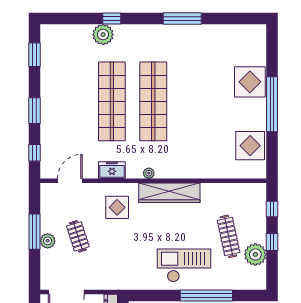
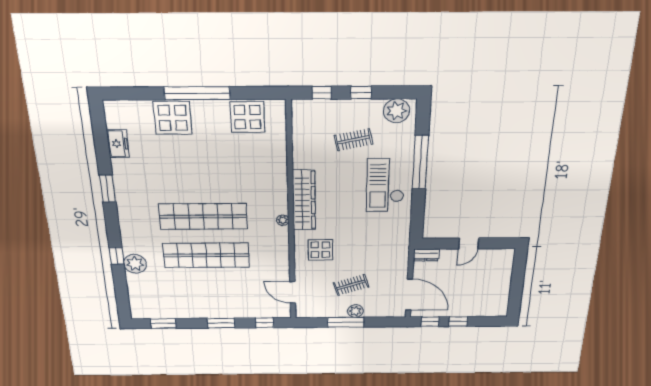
window: (182, 18) -> (107, 189), width x0.69
freezer: (112, 170) -> (118, 144), moved, turned 180
clothes rail: (229, 236) -> (353, 140), width x0.73
plant: (255, 254) -> (396, 111), moved

